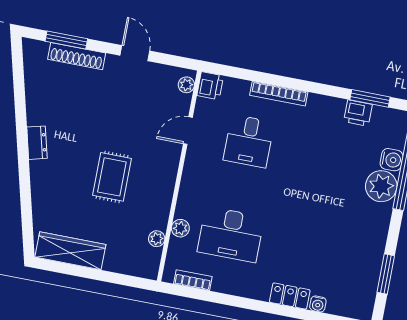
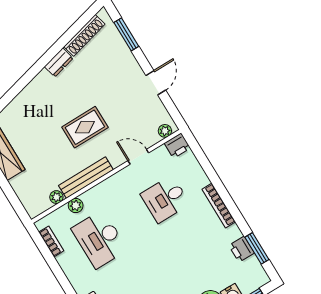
shoe rack: (77, 56) -> (84, 35), moved, turned -104
bookcase: (279, 94) -> (219, 205), moved
dresser: (37, 143) -> (59, 62), moved
rug: (112, 177) -> (85, 127), moved
bench: (164, 196) -> (86, 178), added

